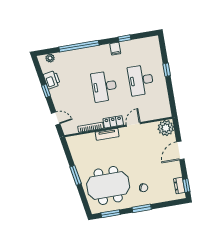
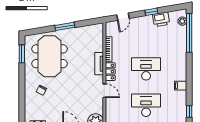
window: (125, 38) -> (189, 111), moved
window: (79, 46) -> (189, 33), moved
window: (142, 208) -> (22, 85), removed

